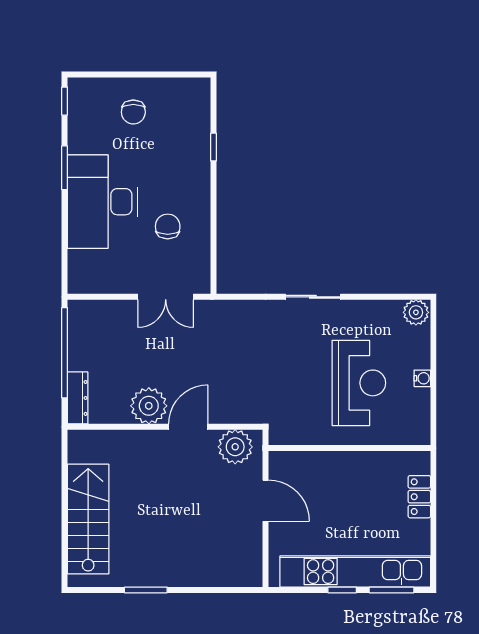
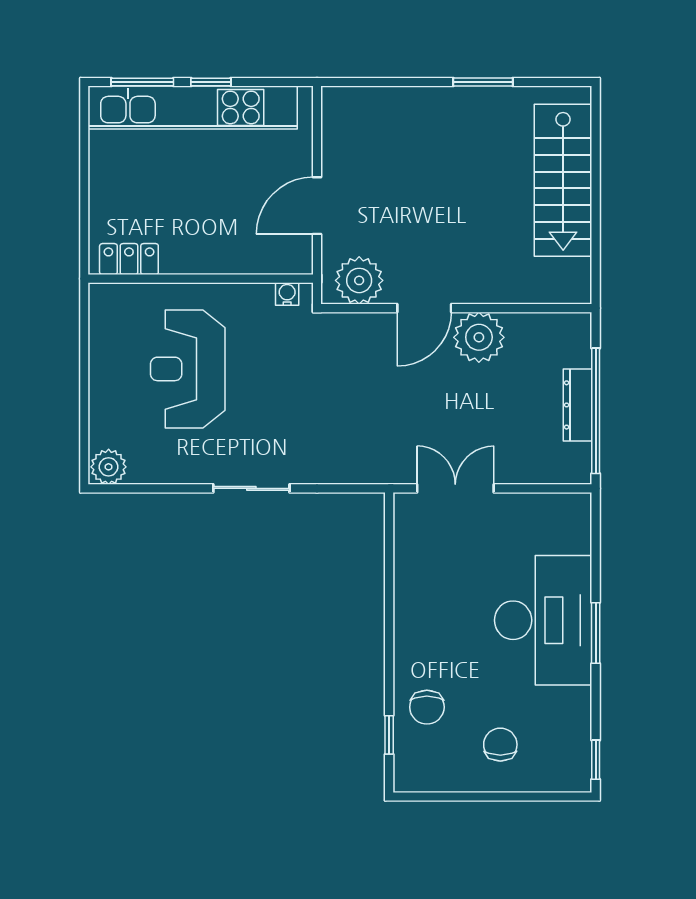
window: (214, 147) -> (389, 735), moved
window: (65, 168) -> (596, 633), moved
chair: (168, 226) -> (427, 707), moved
water cooler: (422, 378) -> (287, 294), moved, turned 90
dresser: (78, 398) -> (578, 405), moved
locker: (419, 497) -> (129, 259), moved, turned -90
door: (266, 501) -> (317, 206), hinge flipped

